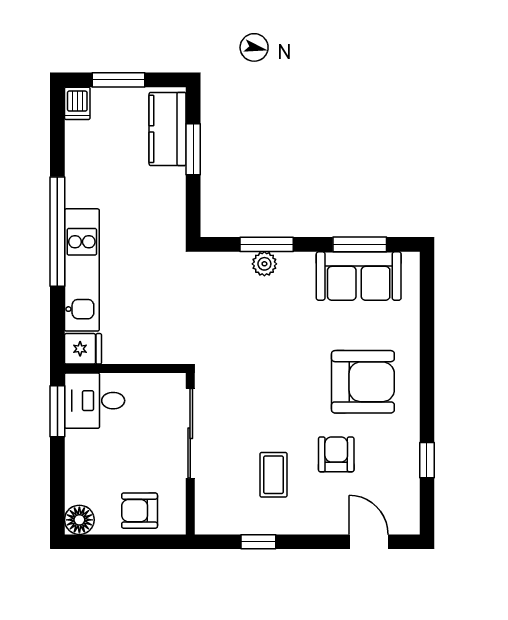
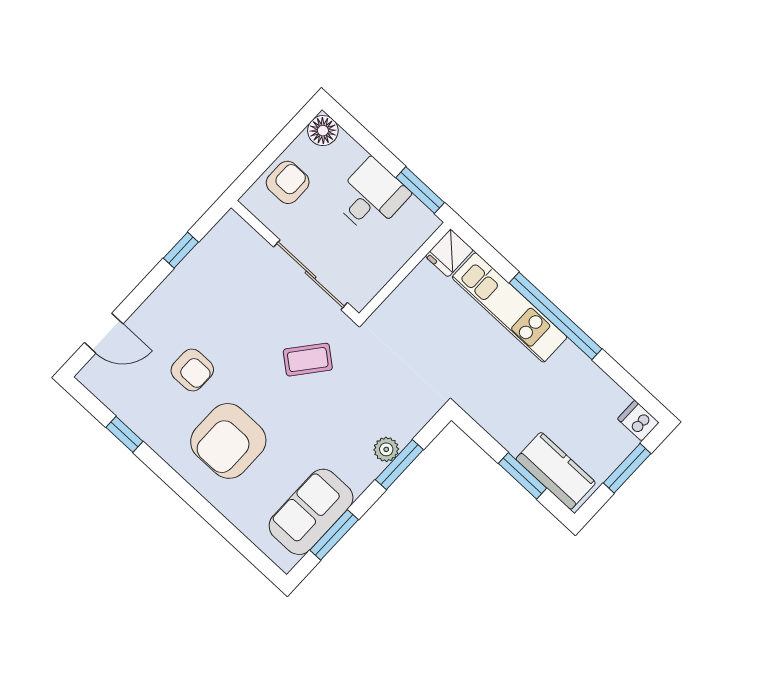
desk: (95, 401) -> (371, 197), moved
coffee table: (274, 475) -> (308, 360), moved, turned -51

